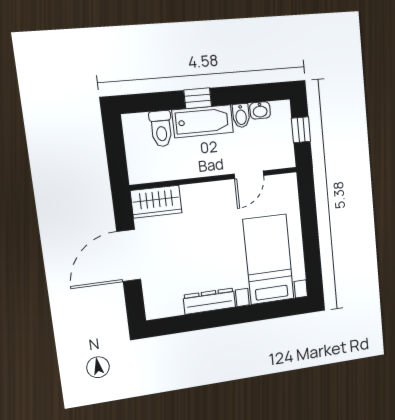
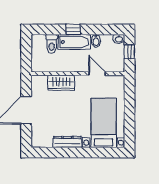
washbasin: (260, 110) -> (119, 39), moved
door: (249, 175) -> (97, 74), swing flipped
wardrobe: (156, 202) -> (61, 83), moved

